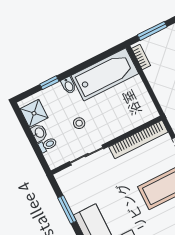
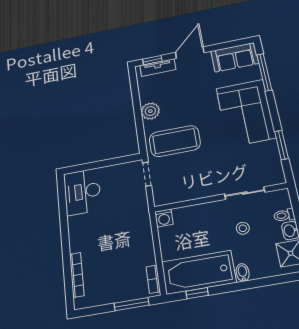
window: (49, 83) -> (197, 293), moved
washing machine: (150, 112) -> (164, 218), added
bookcase: (138, 139) -> (185, 194), removed

